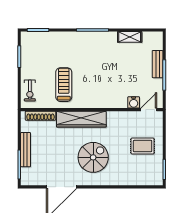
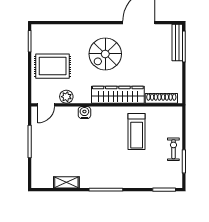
bench: (158, 64) -> (37, 153), removed
exercise bike: (30, 91) -> (173, 149), moved
water cooler: (134, 102) -> (84, 113), moved
plant: (130, 117) -> (66, 97), added
rug: (143, 146) -> (53, 66), width x1.36, depth x1.43
bench: (26, 150) -> (177, 43), moved

